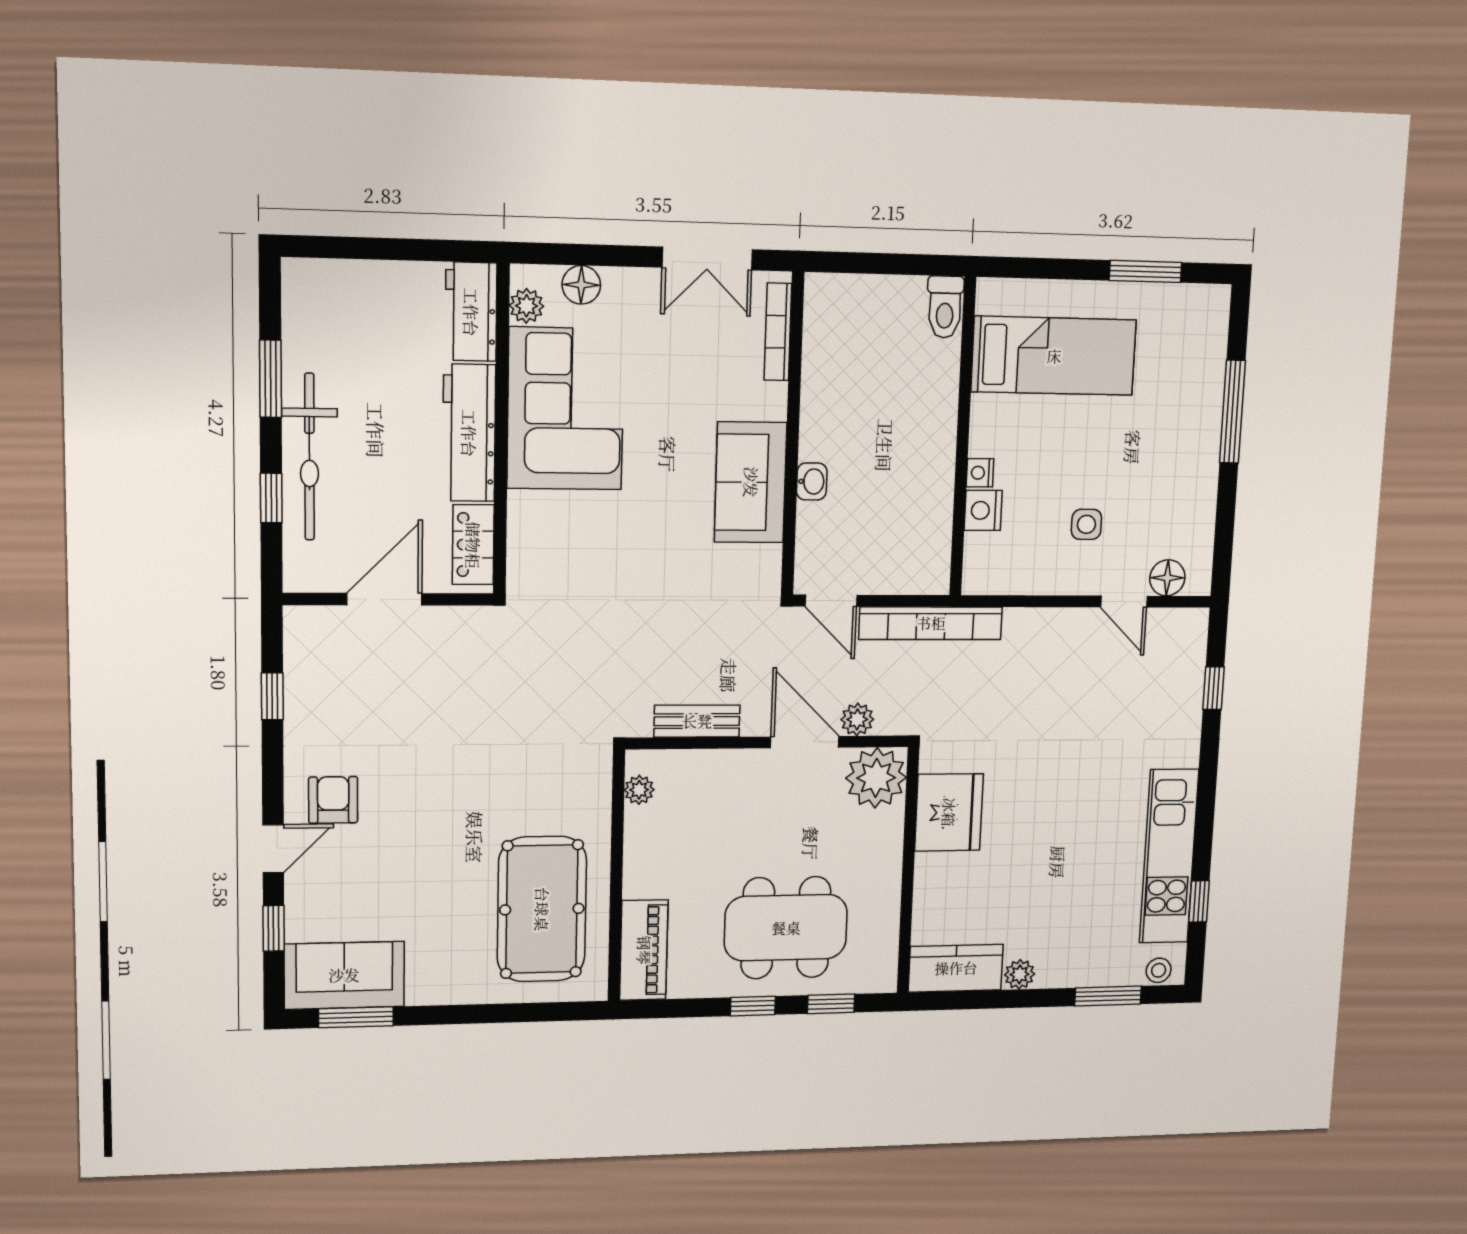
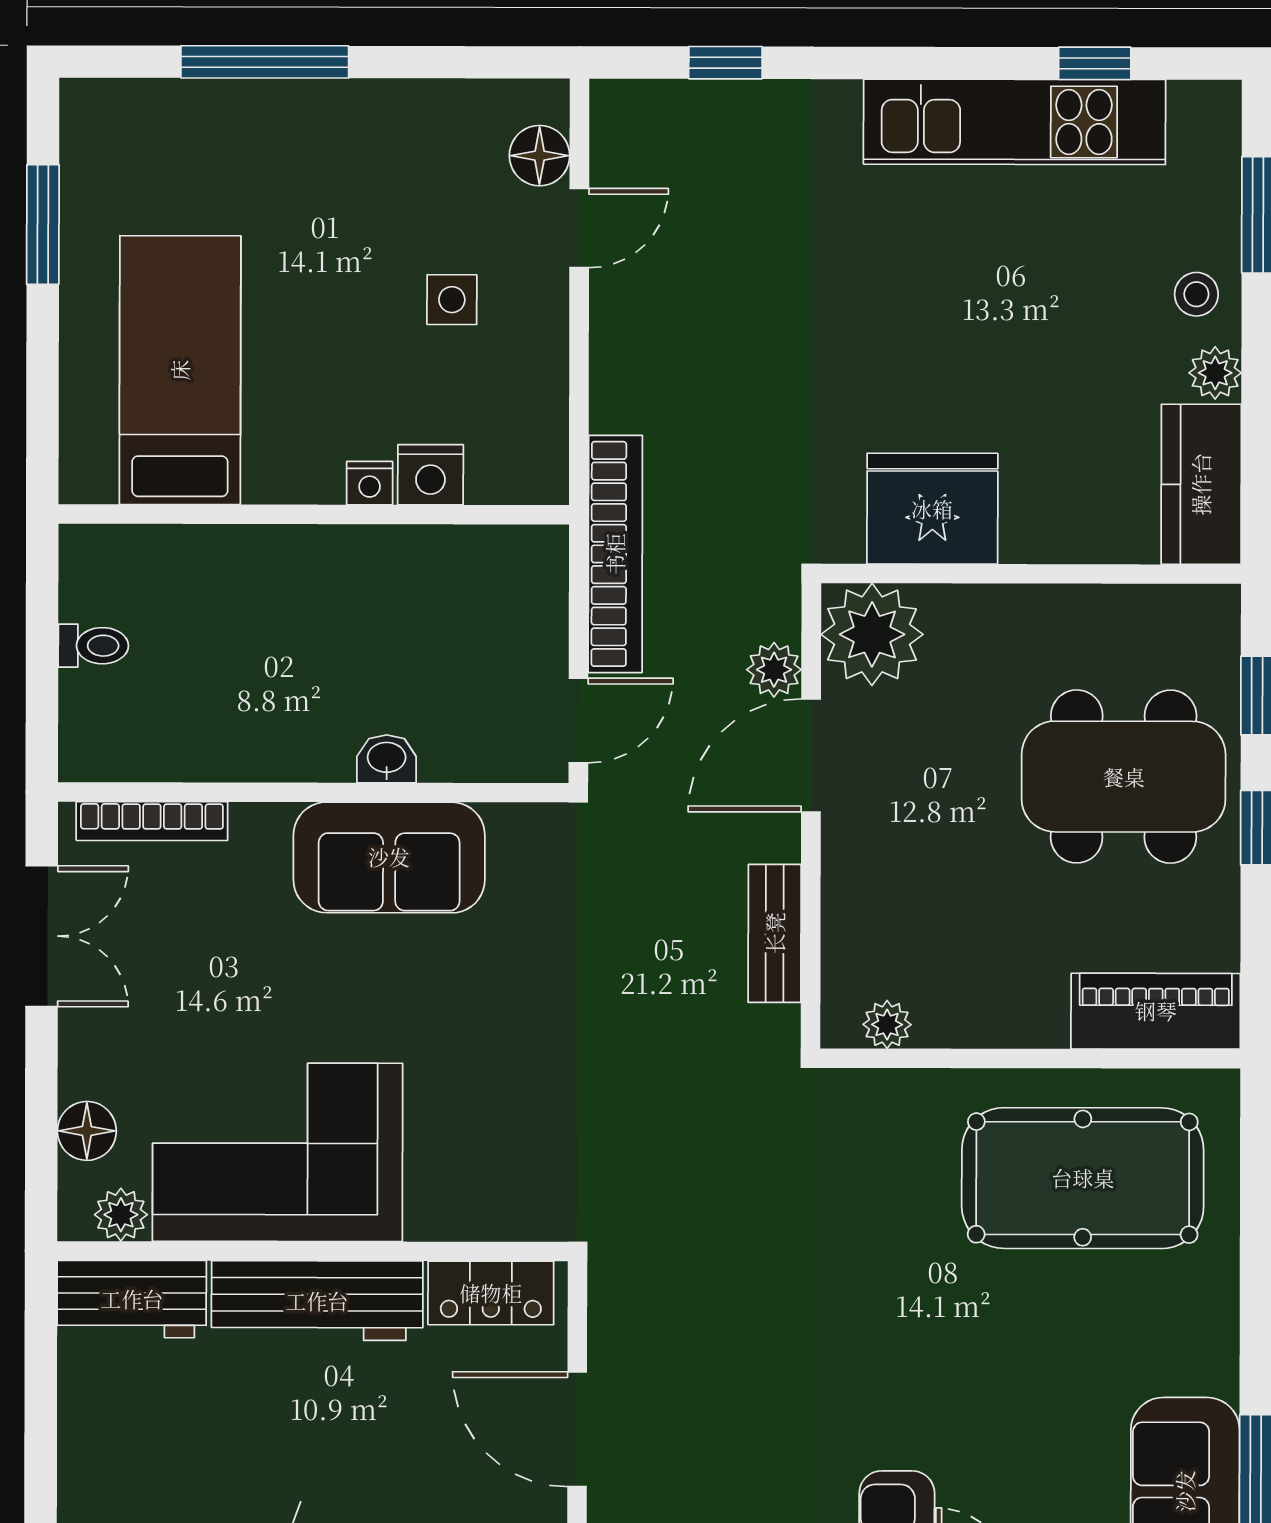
toilet: (945, 307) -> (93, 646), moved, width x0.73, depth x0.72
dining table: (786, 928) -> (1124, 777), turned 90
stool: (1159, 970) -> (1196, 294), moved

